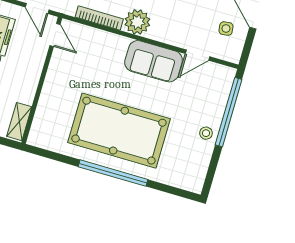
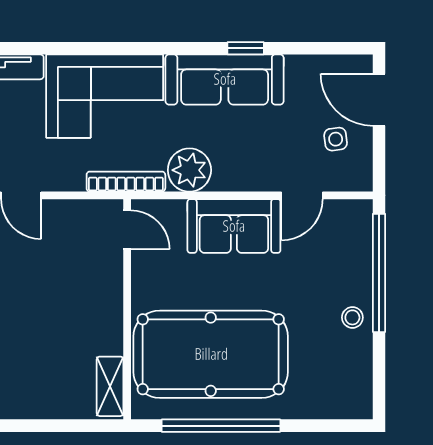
door: (55, 35) -> (127, 230), moved
wall: (42, 80) -> (127, 309), moved
shelving: (19, 122) -> (110, 386), moved

